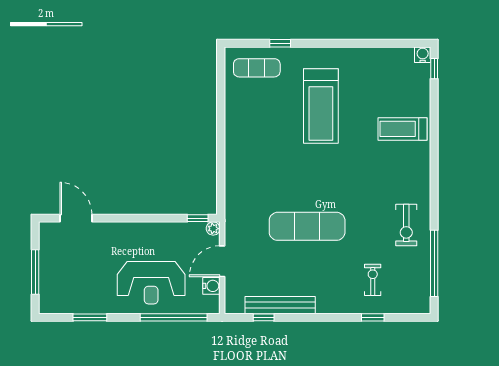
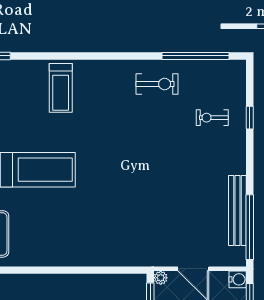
exercise mat: (307, 226) -> (158, 184), removed
water cooler: (211, 286) -> (238, 279), moved, turned 90
window: (264, 317) -> (250, 227), width x3.17

